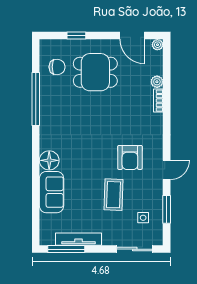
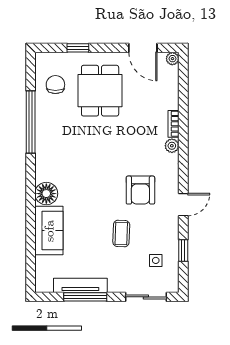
chair: (57, 67) -> (55, 85), turned -90
dining table: (95, 72) -> (100, 91), turned 90
plant: (157, 82) -> (172, 146), moved
coffee table: (114, 195) -> (121, 234), width x0.73, depth x0.77
window: (167, 209) -> (183, 251), width x0.67
window: (66, 249) -> (85, 297), moved

